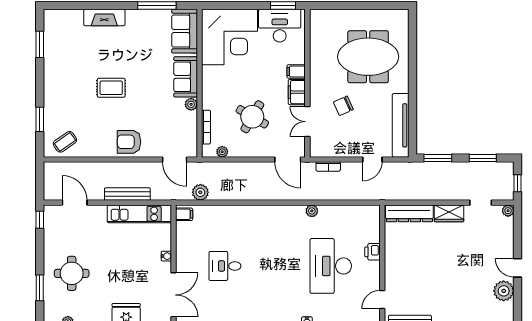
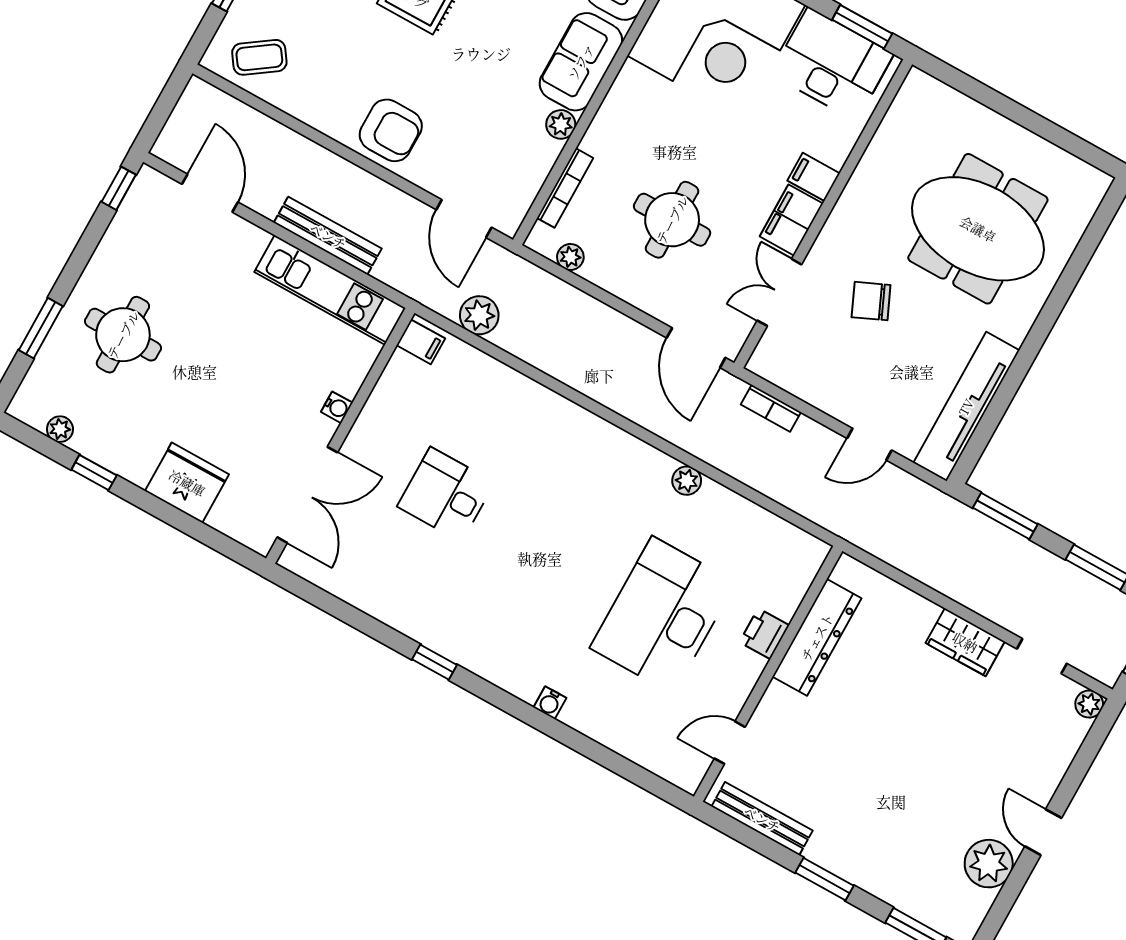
round table: (252, 117) -> (672, 220), turned -30
armchair: (129, 142) -> (391, 130), turned 180
dresser: (409, 213) -> (817, 637), moved, turned -90

